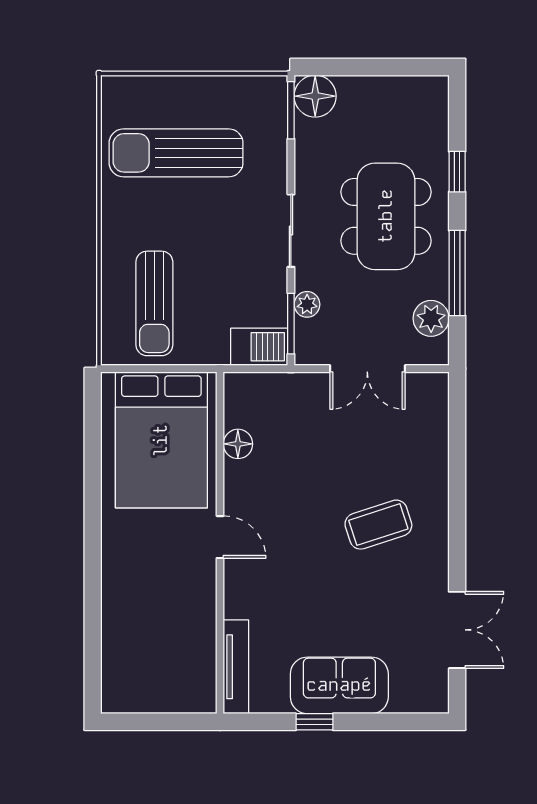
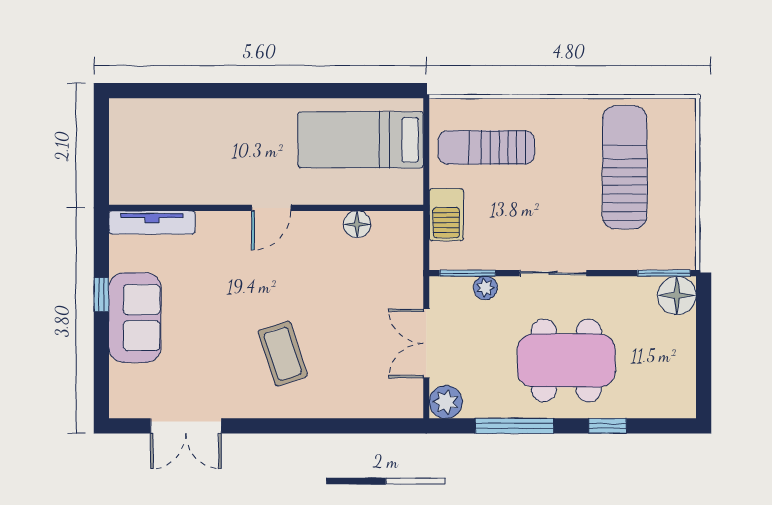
plant: (431, 318) -> (446, 402), moved
barbecue: (259, 347) -> (446, 215), moved
bed: (161, 440) -> (361, 140), width x0.67

